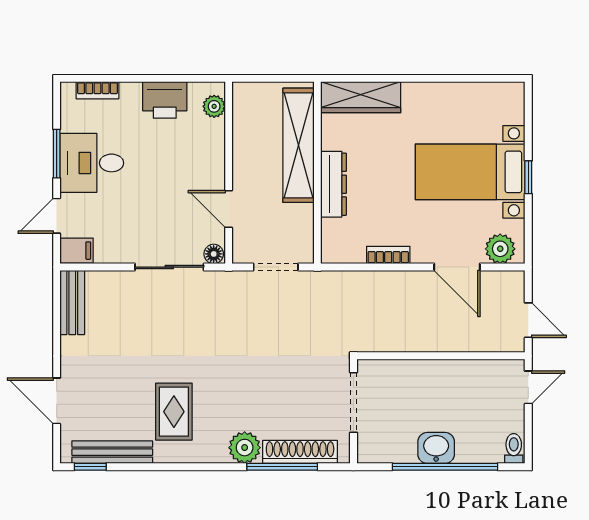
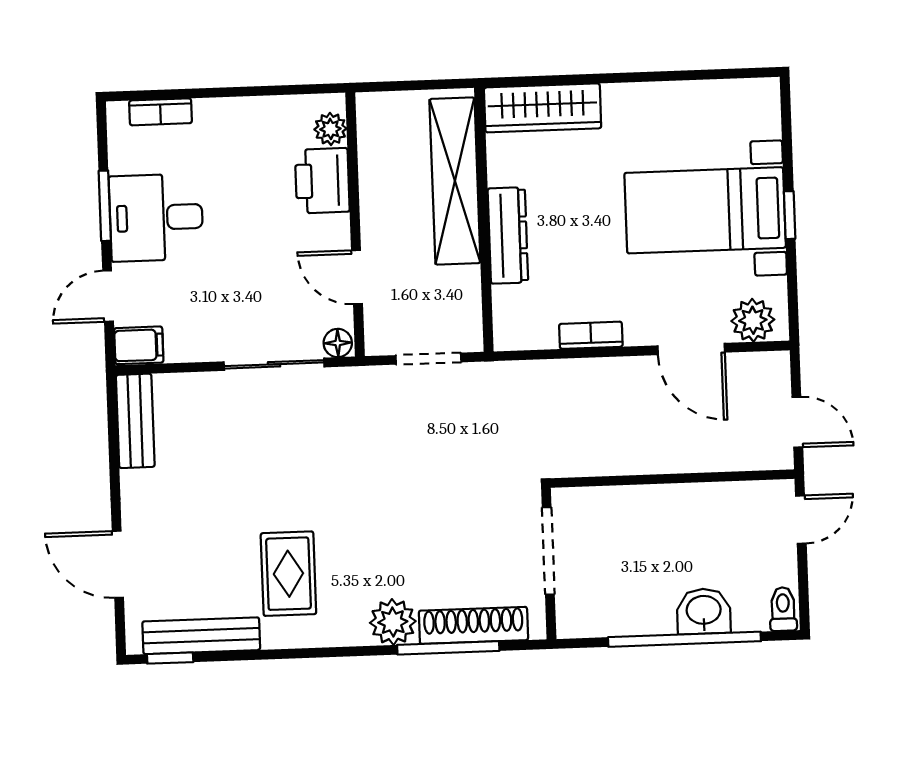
printer: (165, 100) -> (322, 181), moved, turned 90
washbasin: (436, 448) -> (704, 611), moved

